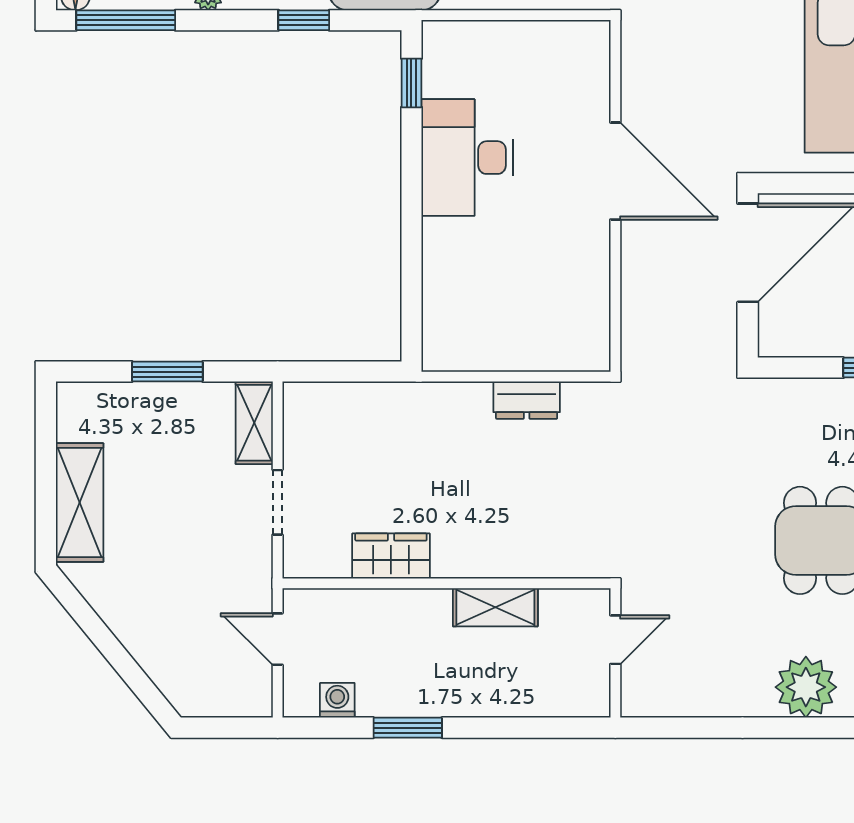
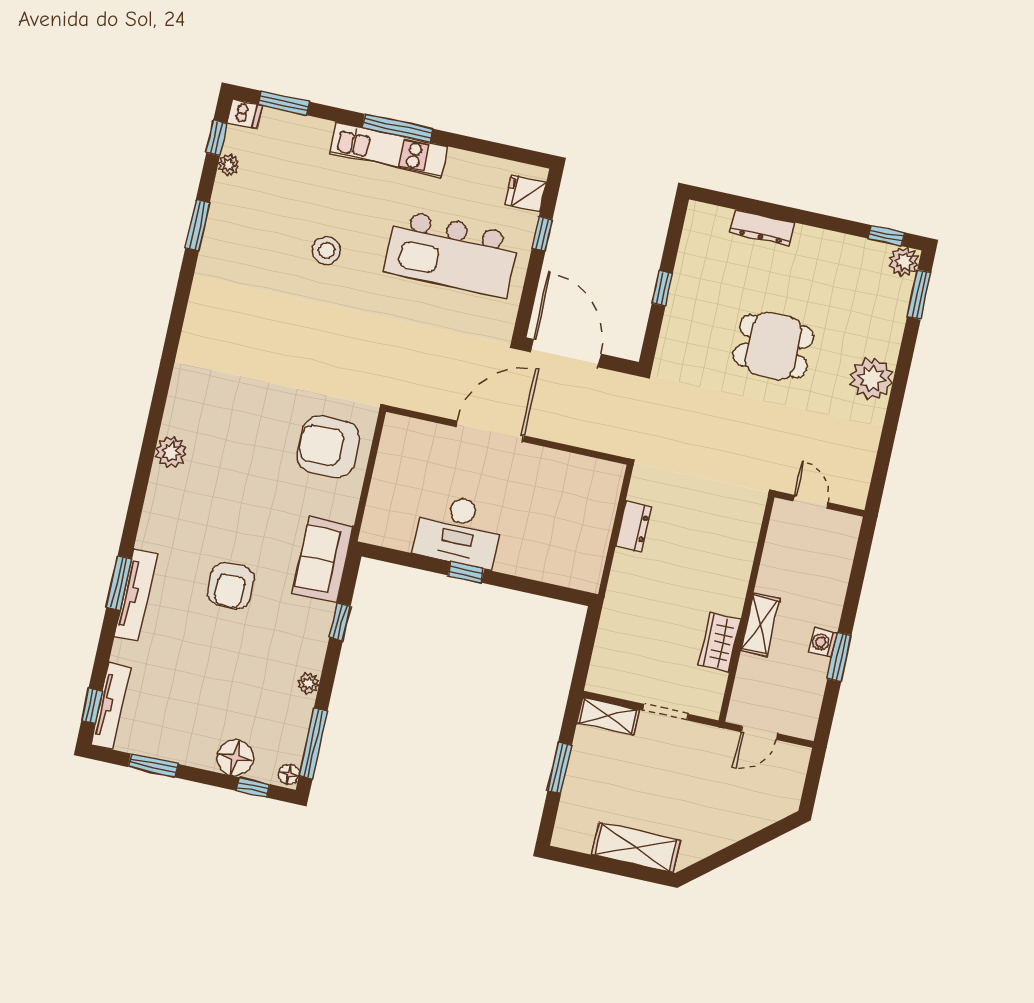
window: (411, 83) -> (466, 572), moved
shelving: (495, 607) -> (760, 625), moved
washing machine: (337, 700) -> (823, 643), moved

